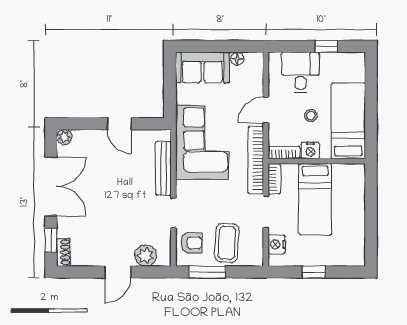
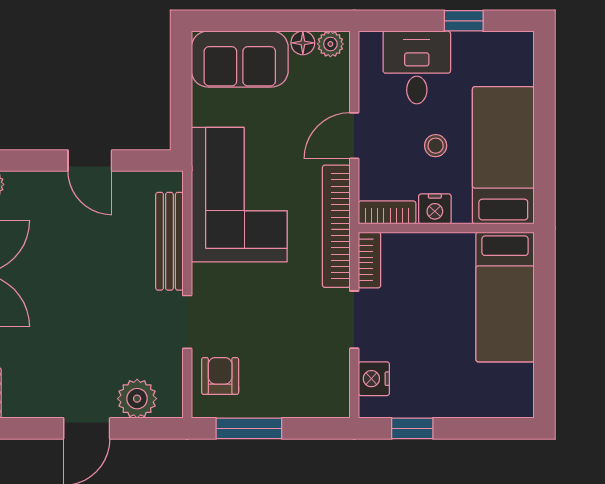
plant: (253, 59) -> (330, 44), added
bed: (315, 199) -> (505, 297), moved
armchair: (192, 243) -> (220, 376), turned -90
coffee table: (227, 243) -> (284, 376), removed
window: (314, 272) -> (412, 428), moved

